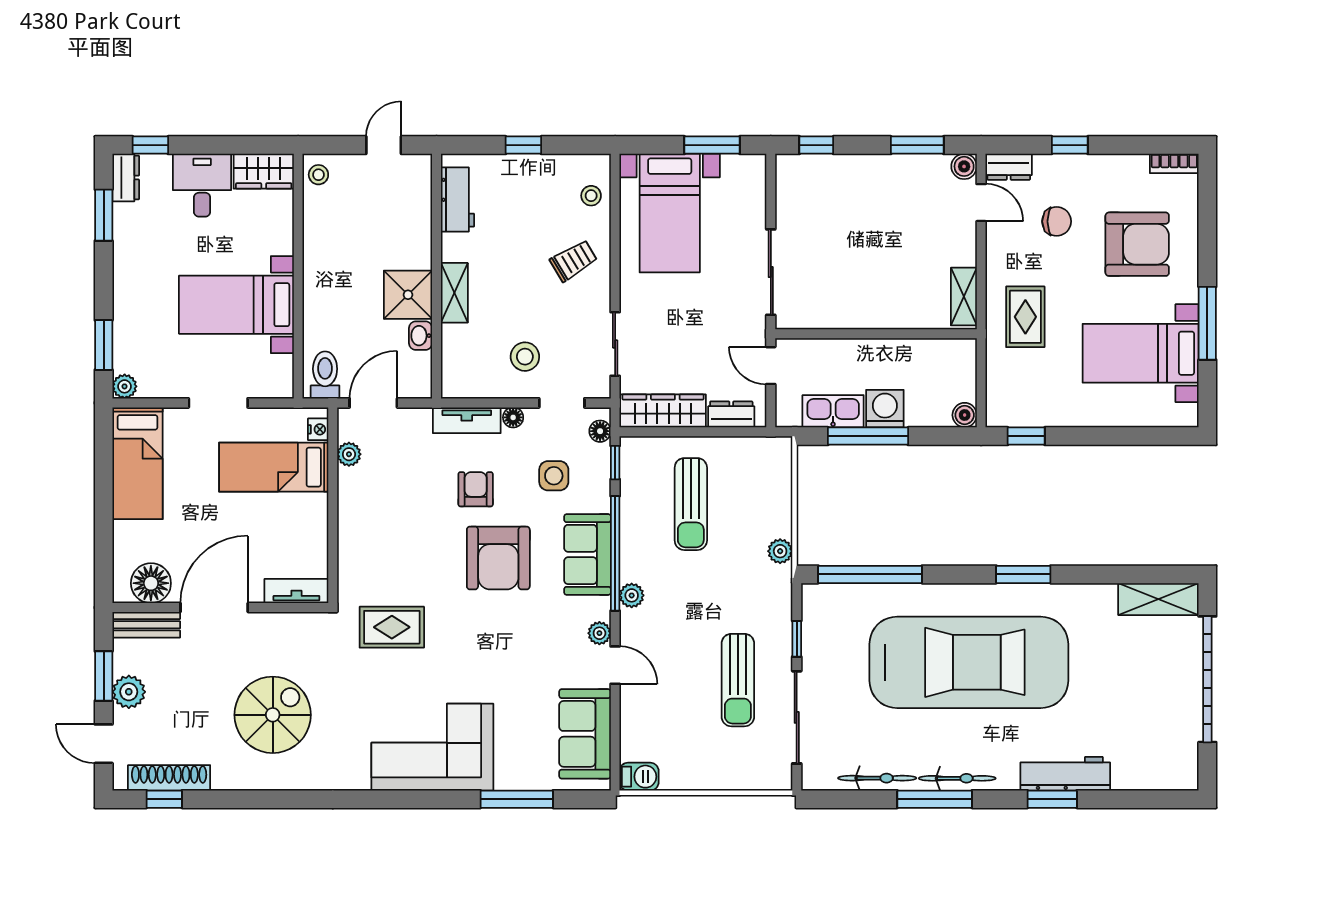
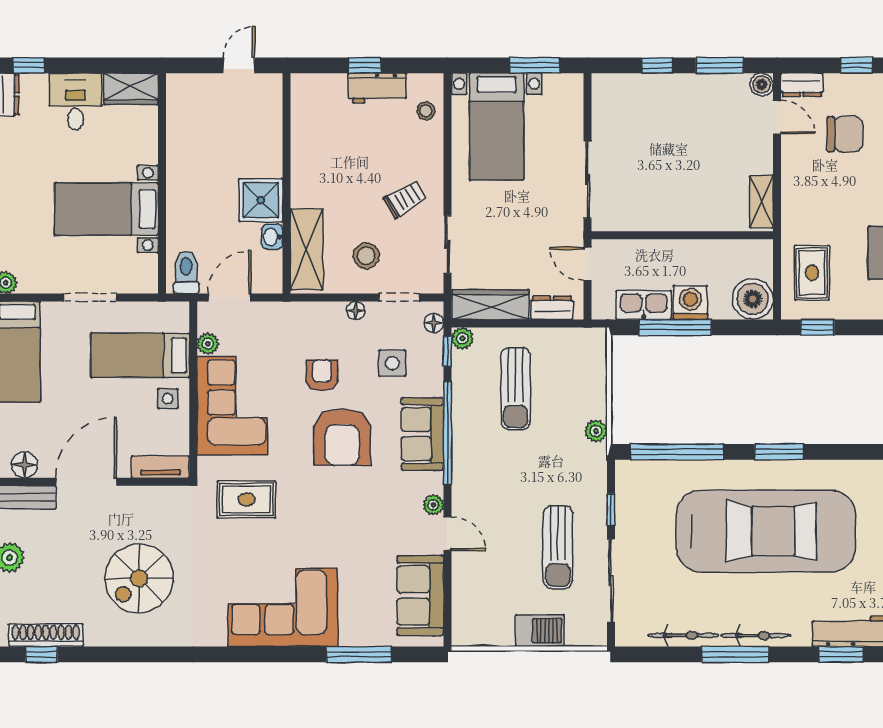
window: (816, 145) -> (657, 65), moved
stool: (318, 175) -> (180, 92), removed
workbench: (457, 199) -> (377, 88), moved, turned 90
chair: (1057, 221) -> (845, 134), width x1.37, depth x1.37
trolley: (574, 261) -> (405, 199), moved
shelving: (454, 293) -> (307, 249), moved, width x1.50, depth x1.33
rug: (1025, 317) -> (812, 273), moved
boiler: (965, 415) -> (753, 299), width x1.86, depth x1.86
tv unit: (467, 420) -> (314, 313), removed
nightstand: (318, 429) -> (180, 321), removed
side table: (304, 515) -> (168, 399), added
corner sofa: (376, 523) -> (232, 406), added
window: (1023, 574) -> (779, 452), moved
floor lamp: (151, 583) -> (25, 465), width x0.73, depth x0.73
plant: (632, 595) -> (462, 338), moved
spiral stairs: (273, 715) -> (139, 578), turned 180
barbecue: (639, 777) -> (540, 631), moved, width x1.38, depth x1.27

